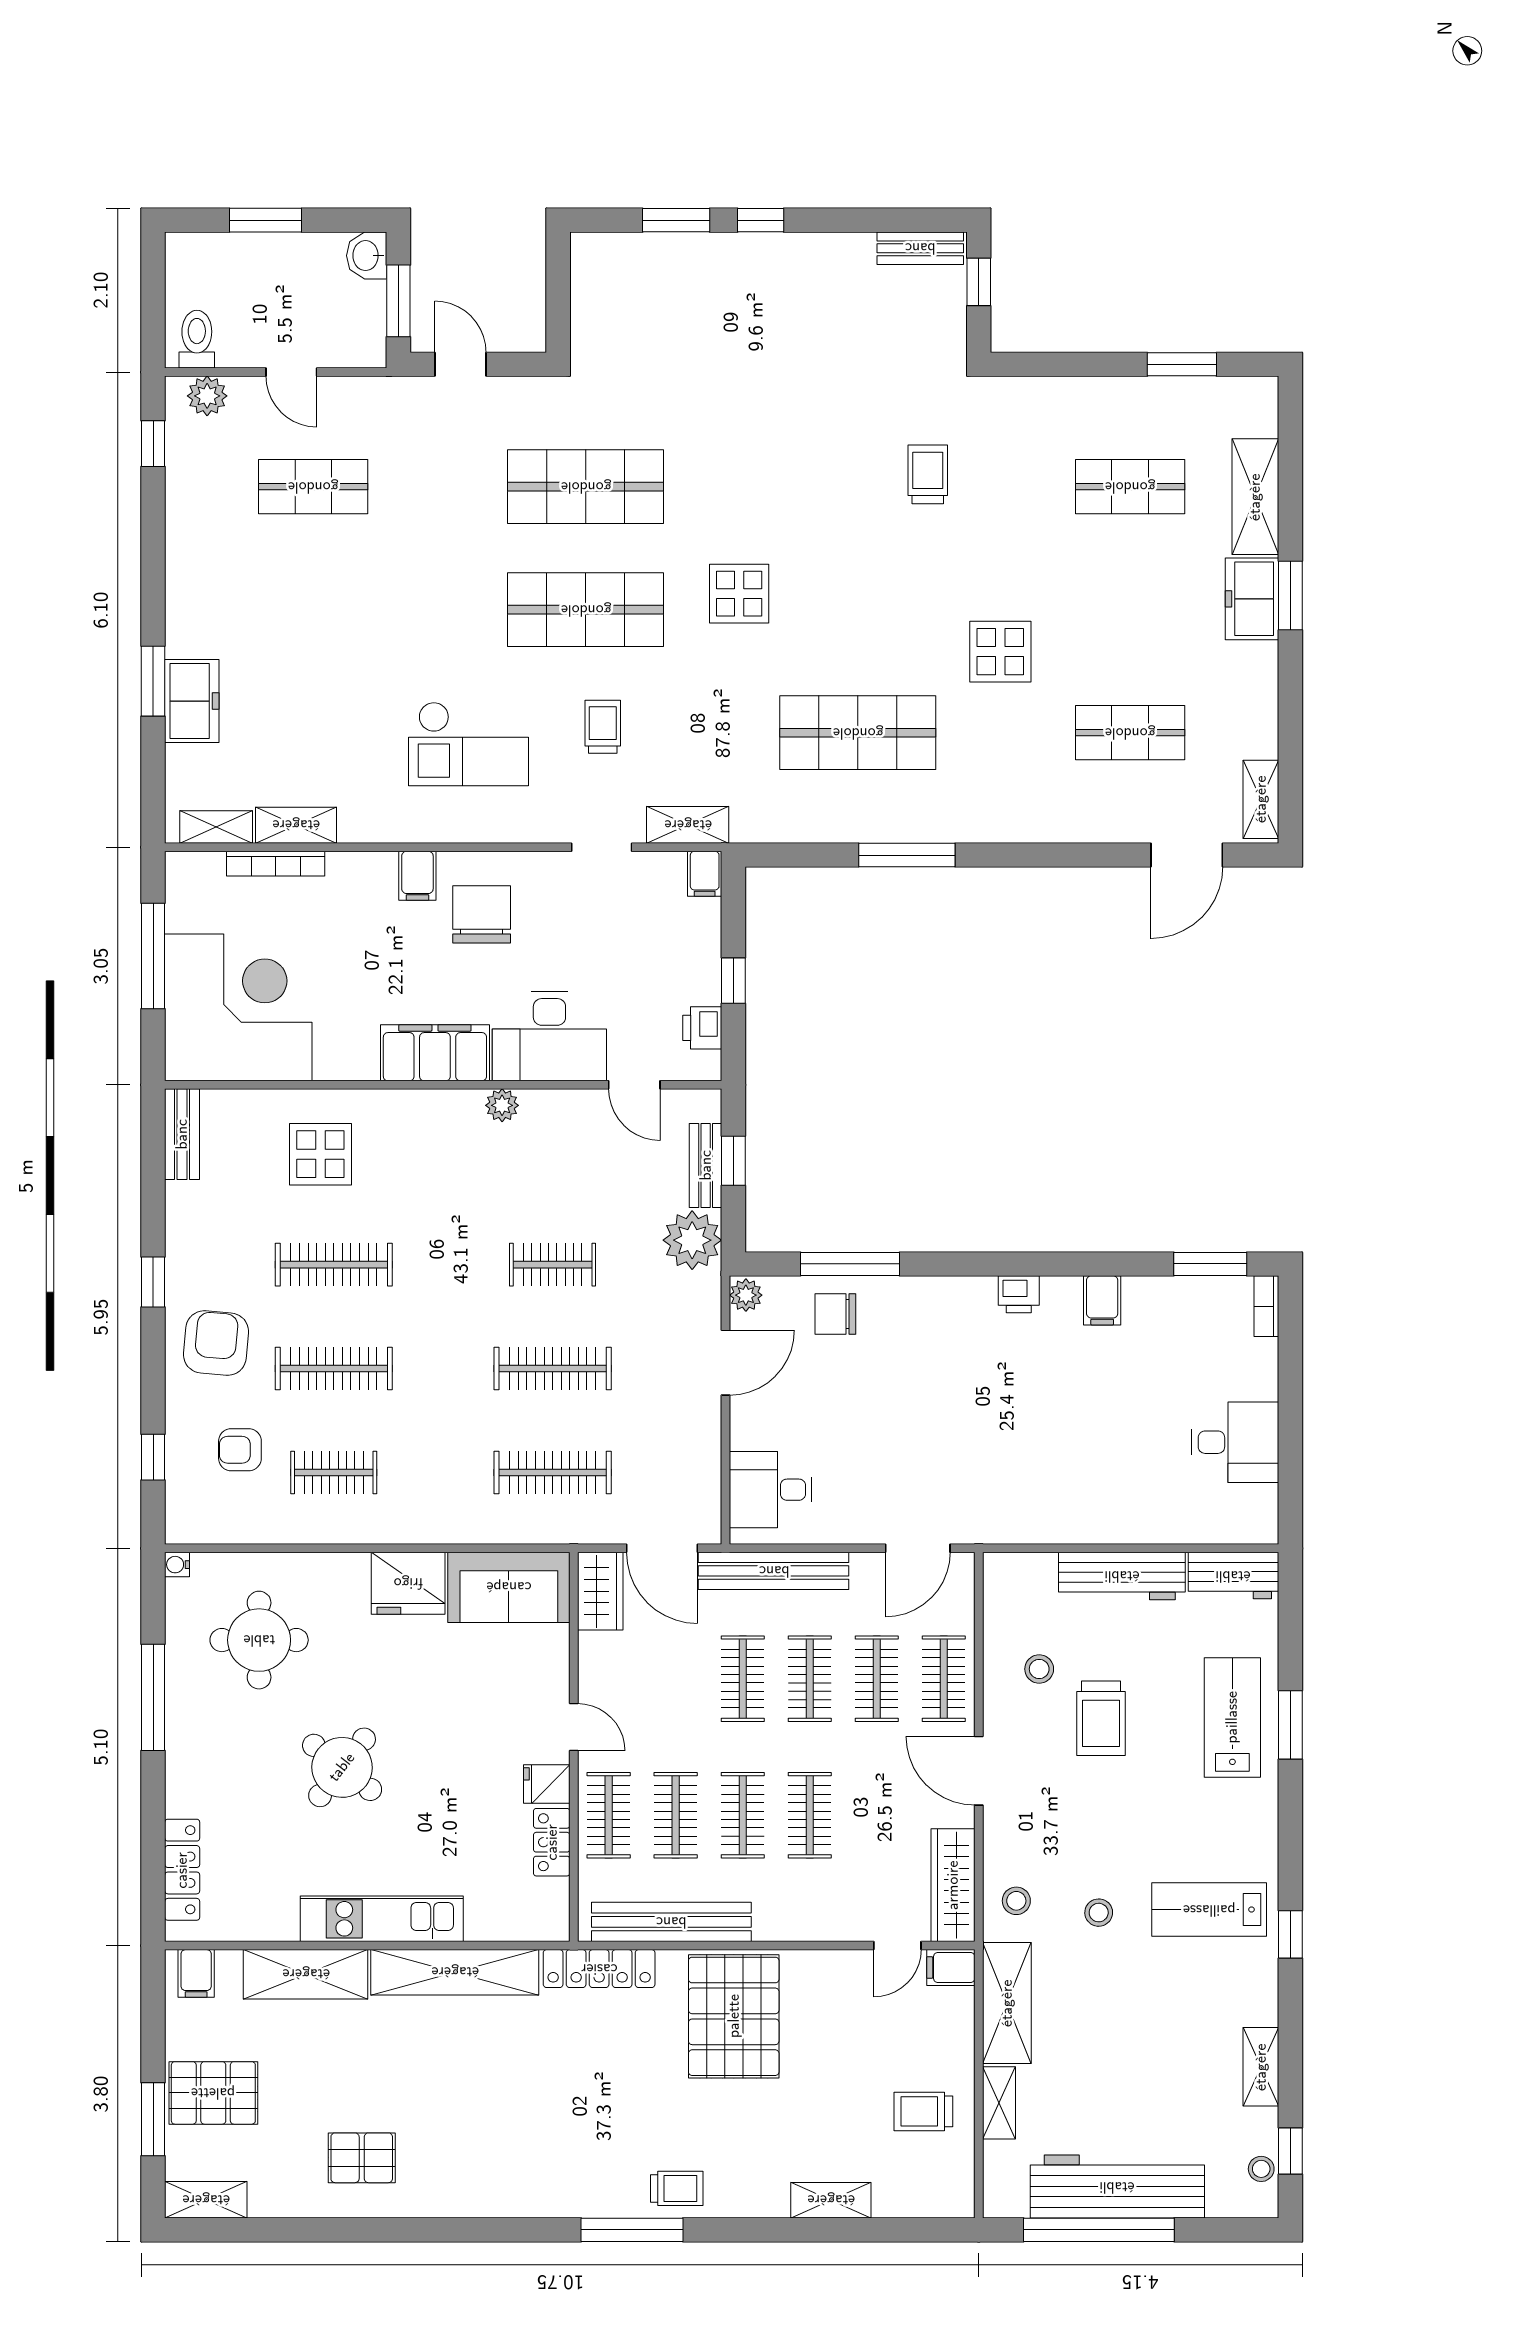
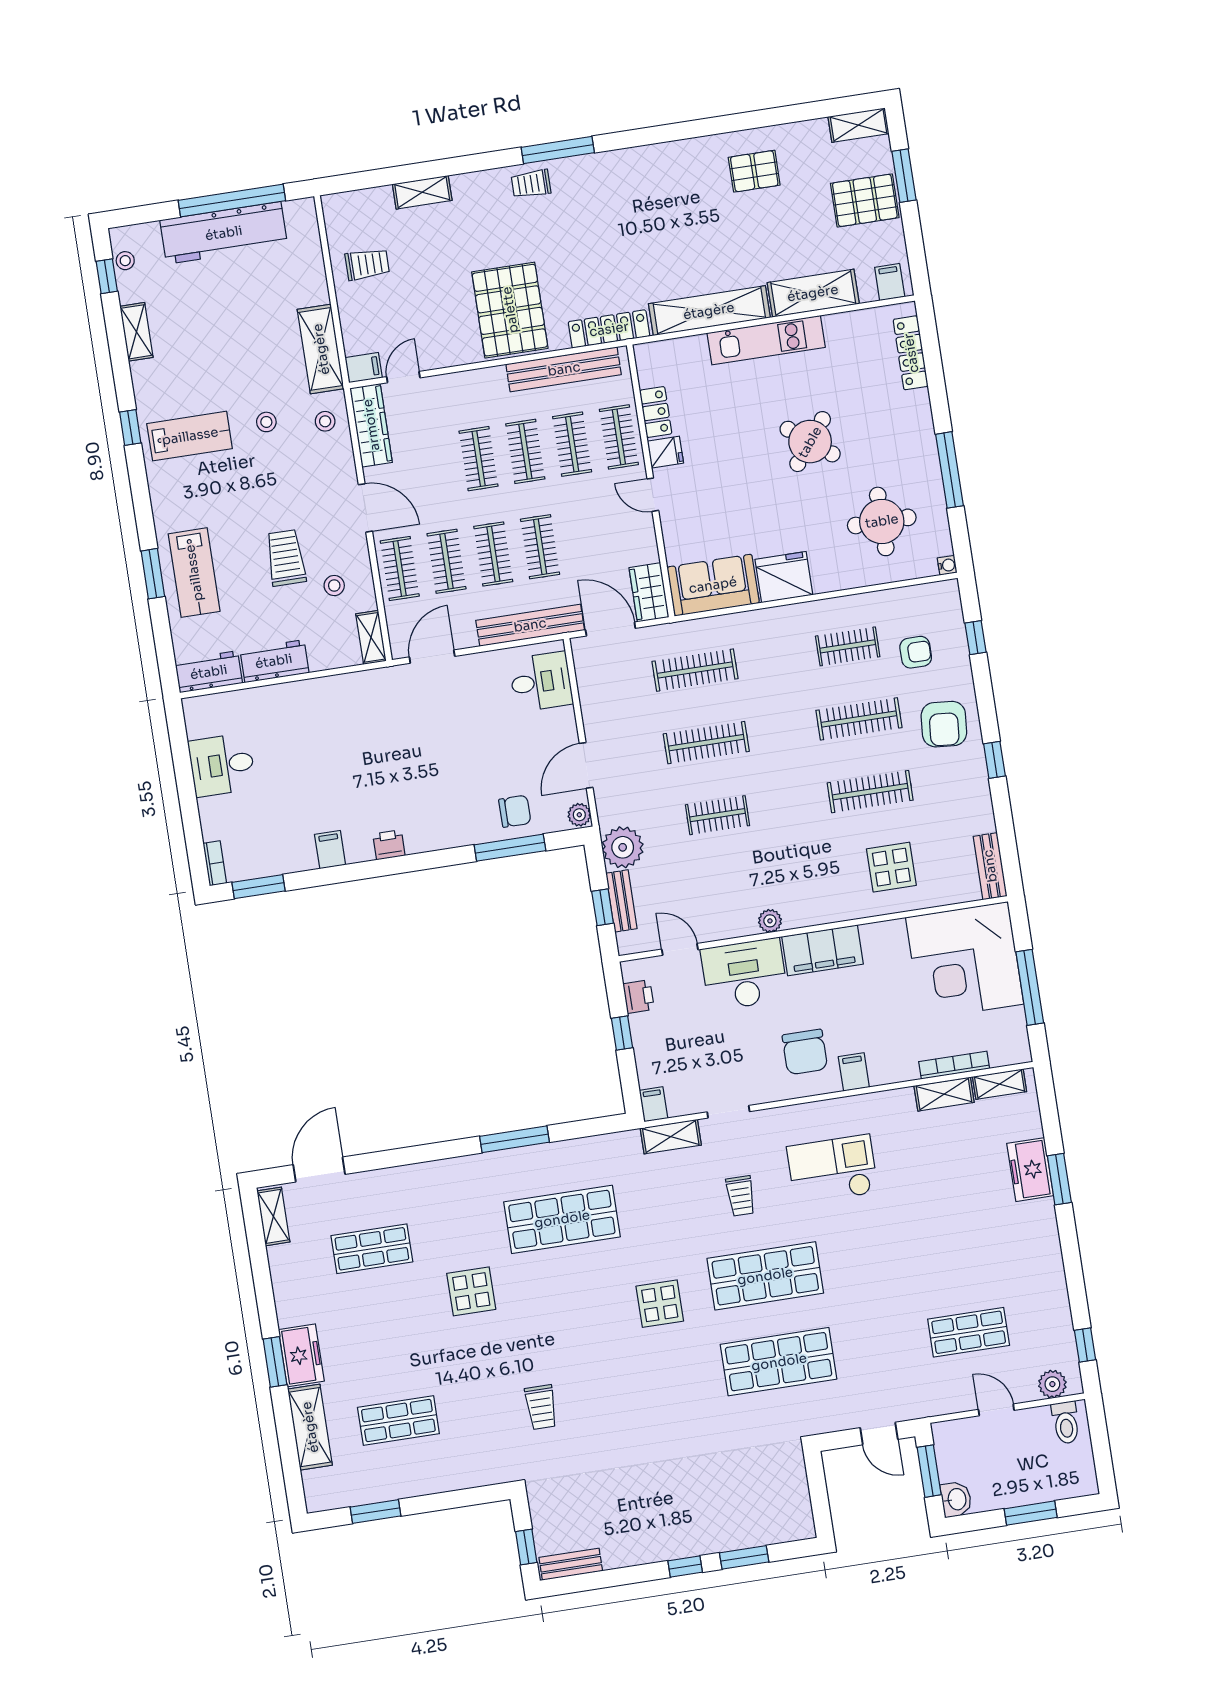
workbench: (1122, 1576) -> (274, 661), width x0.73
shelving: (999, 2103) -> (371, 637), moved

